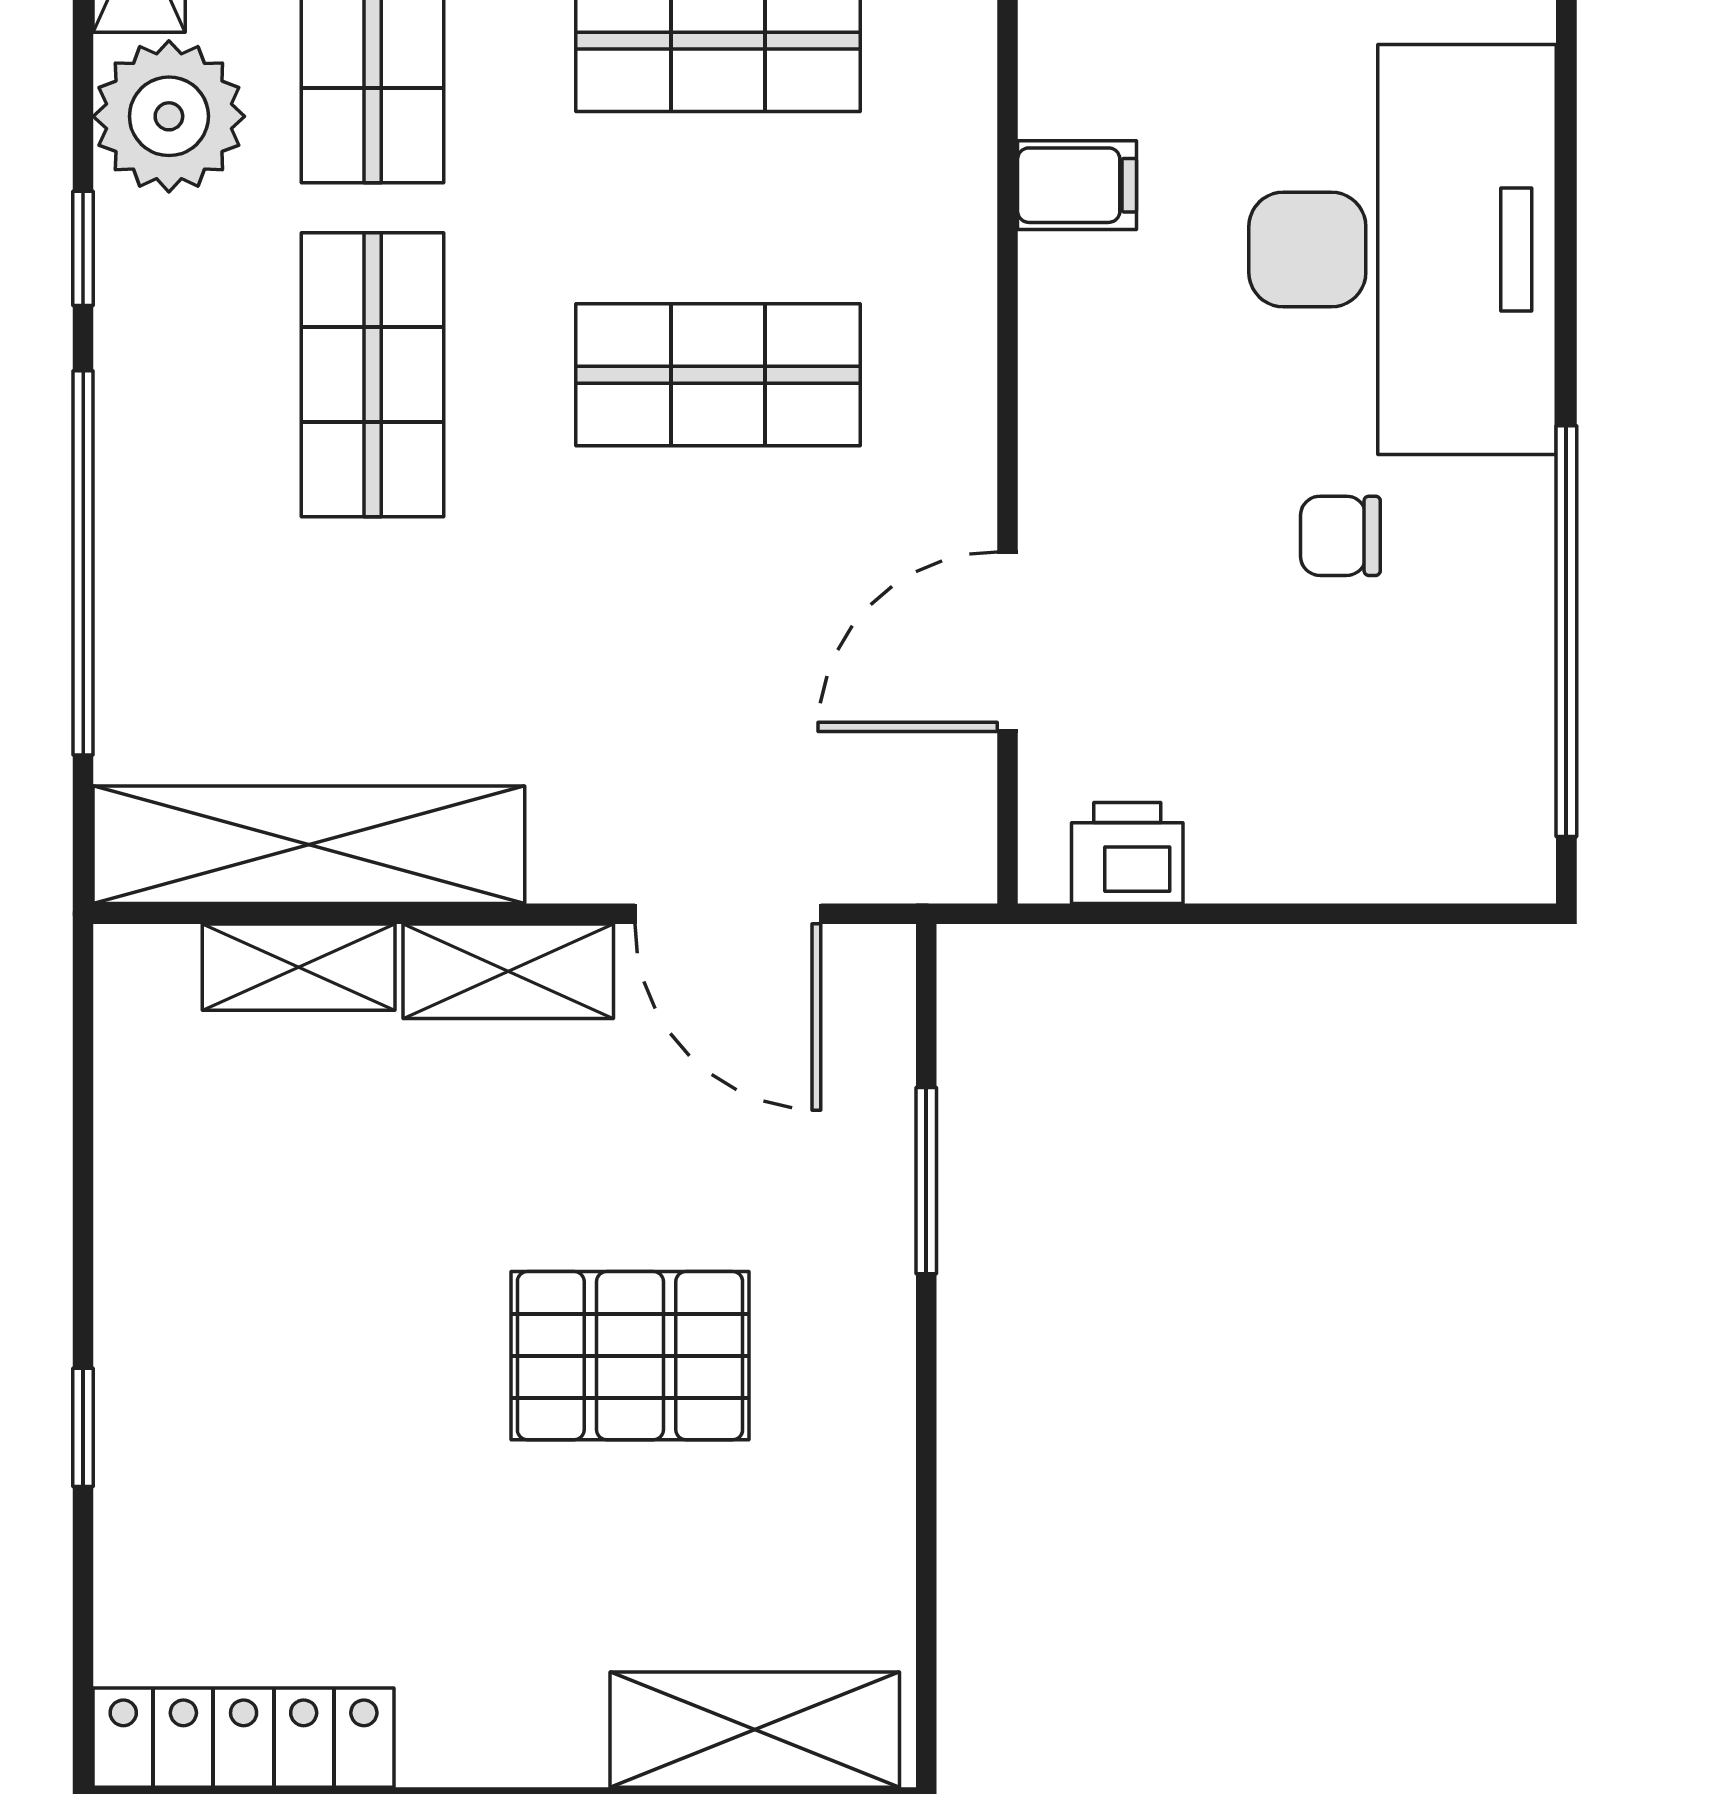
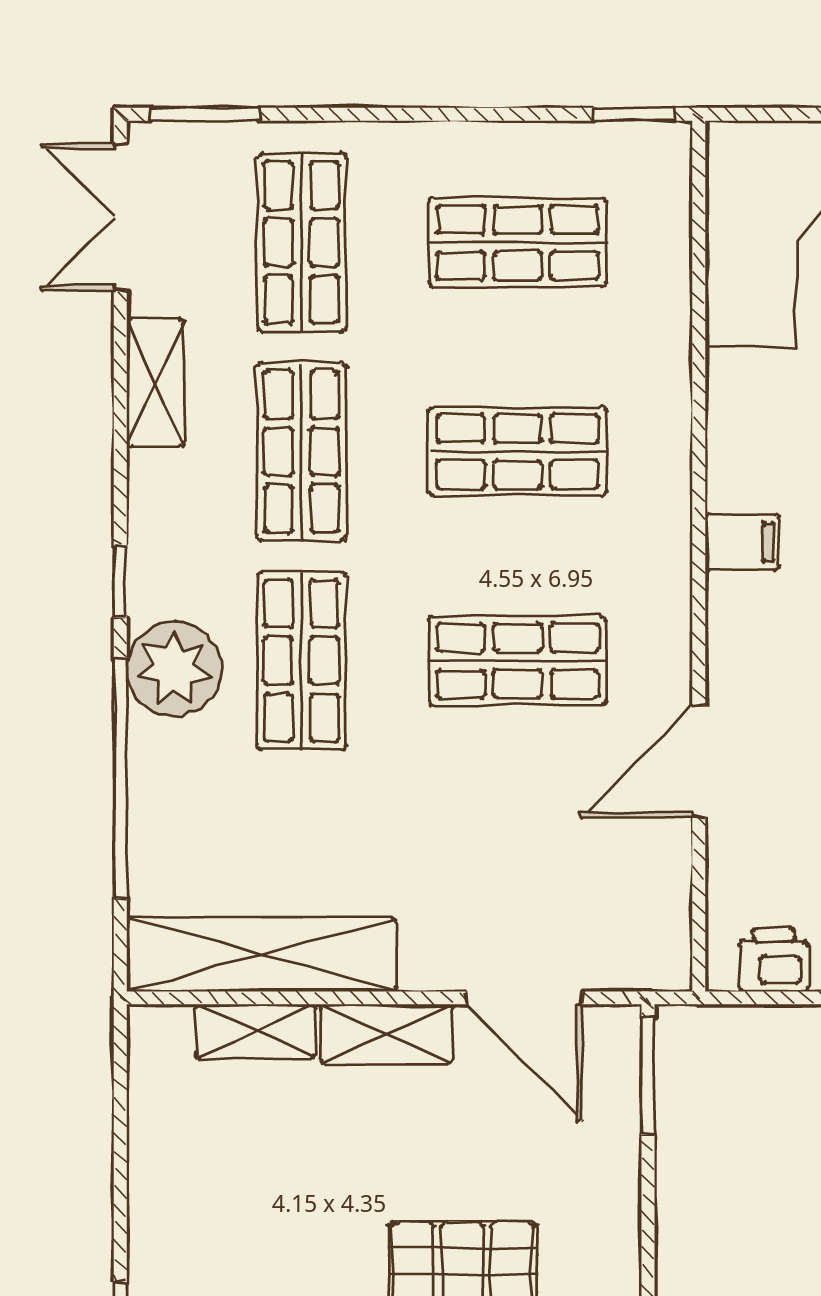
plant: (169, 116) -> (174, 669), moved
door: (1008, 642) -> (699, 761), moved
window: (926, 1181) -> (648, 1076), moved

